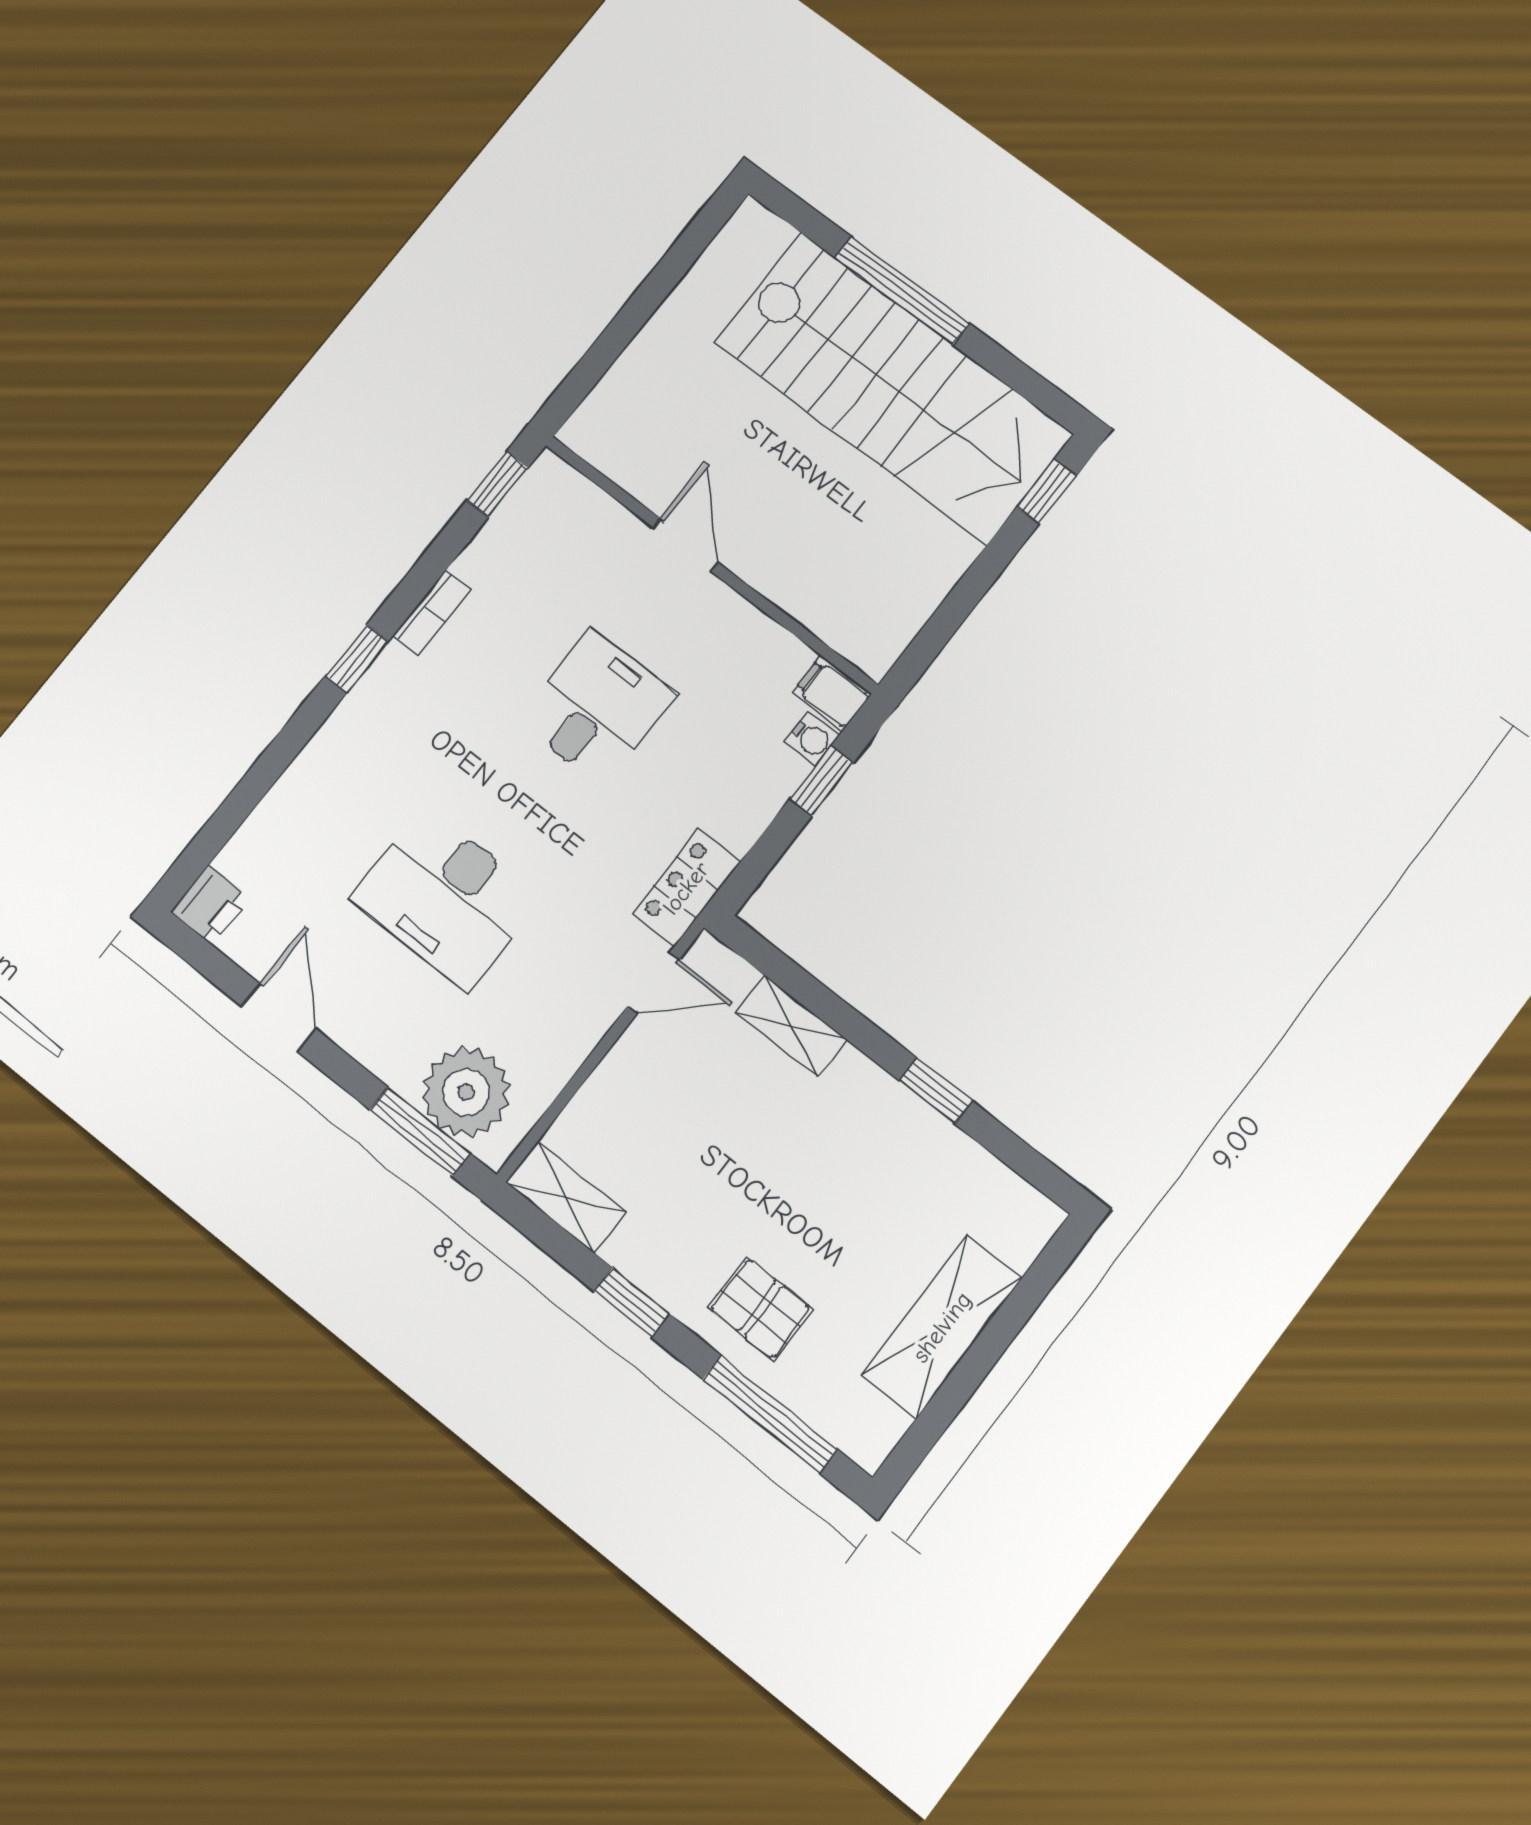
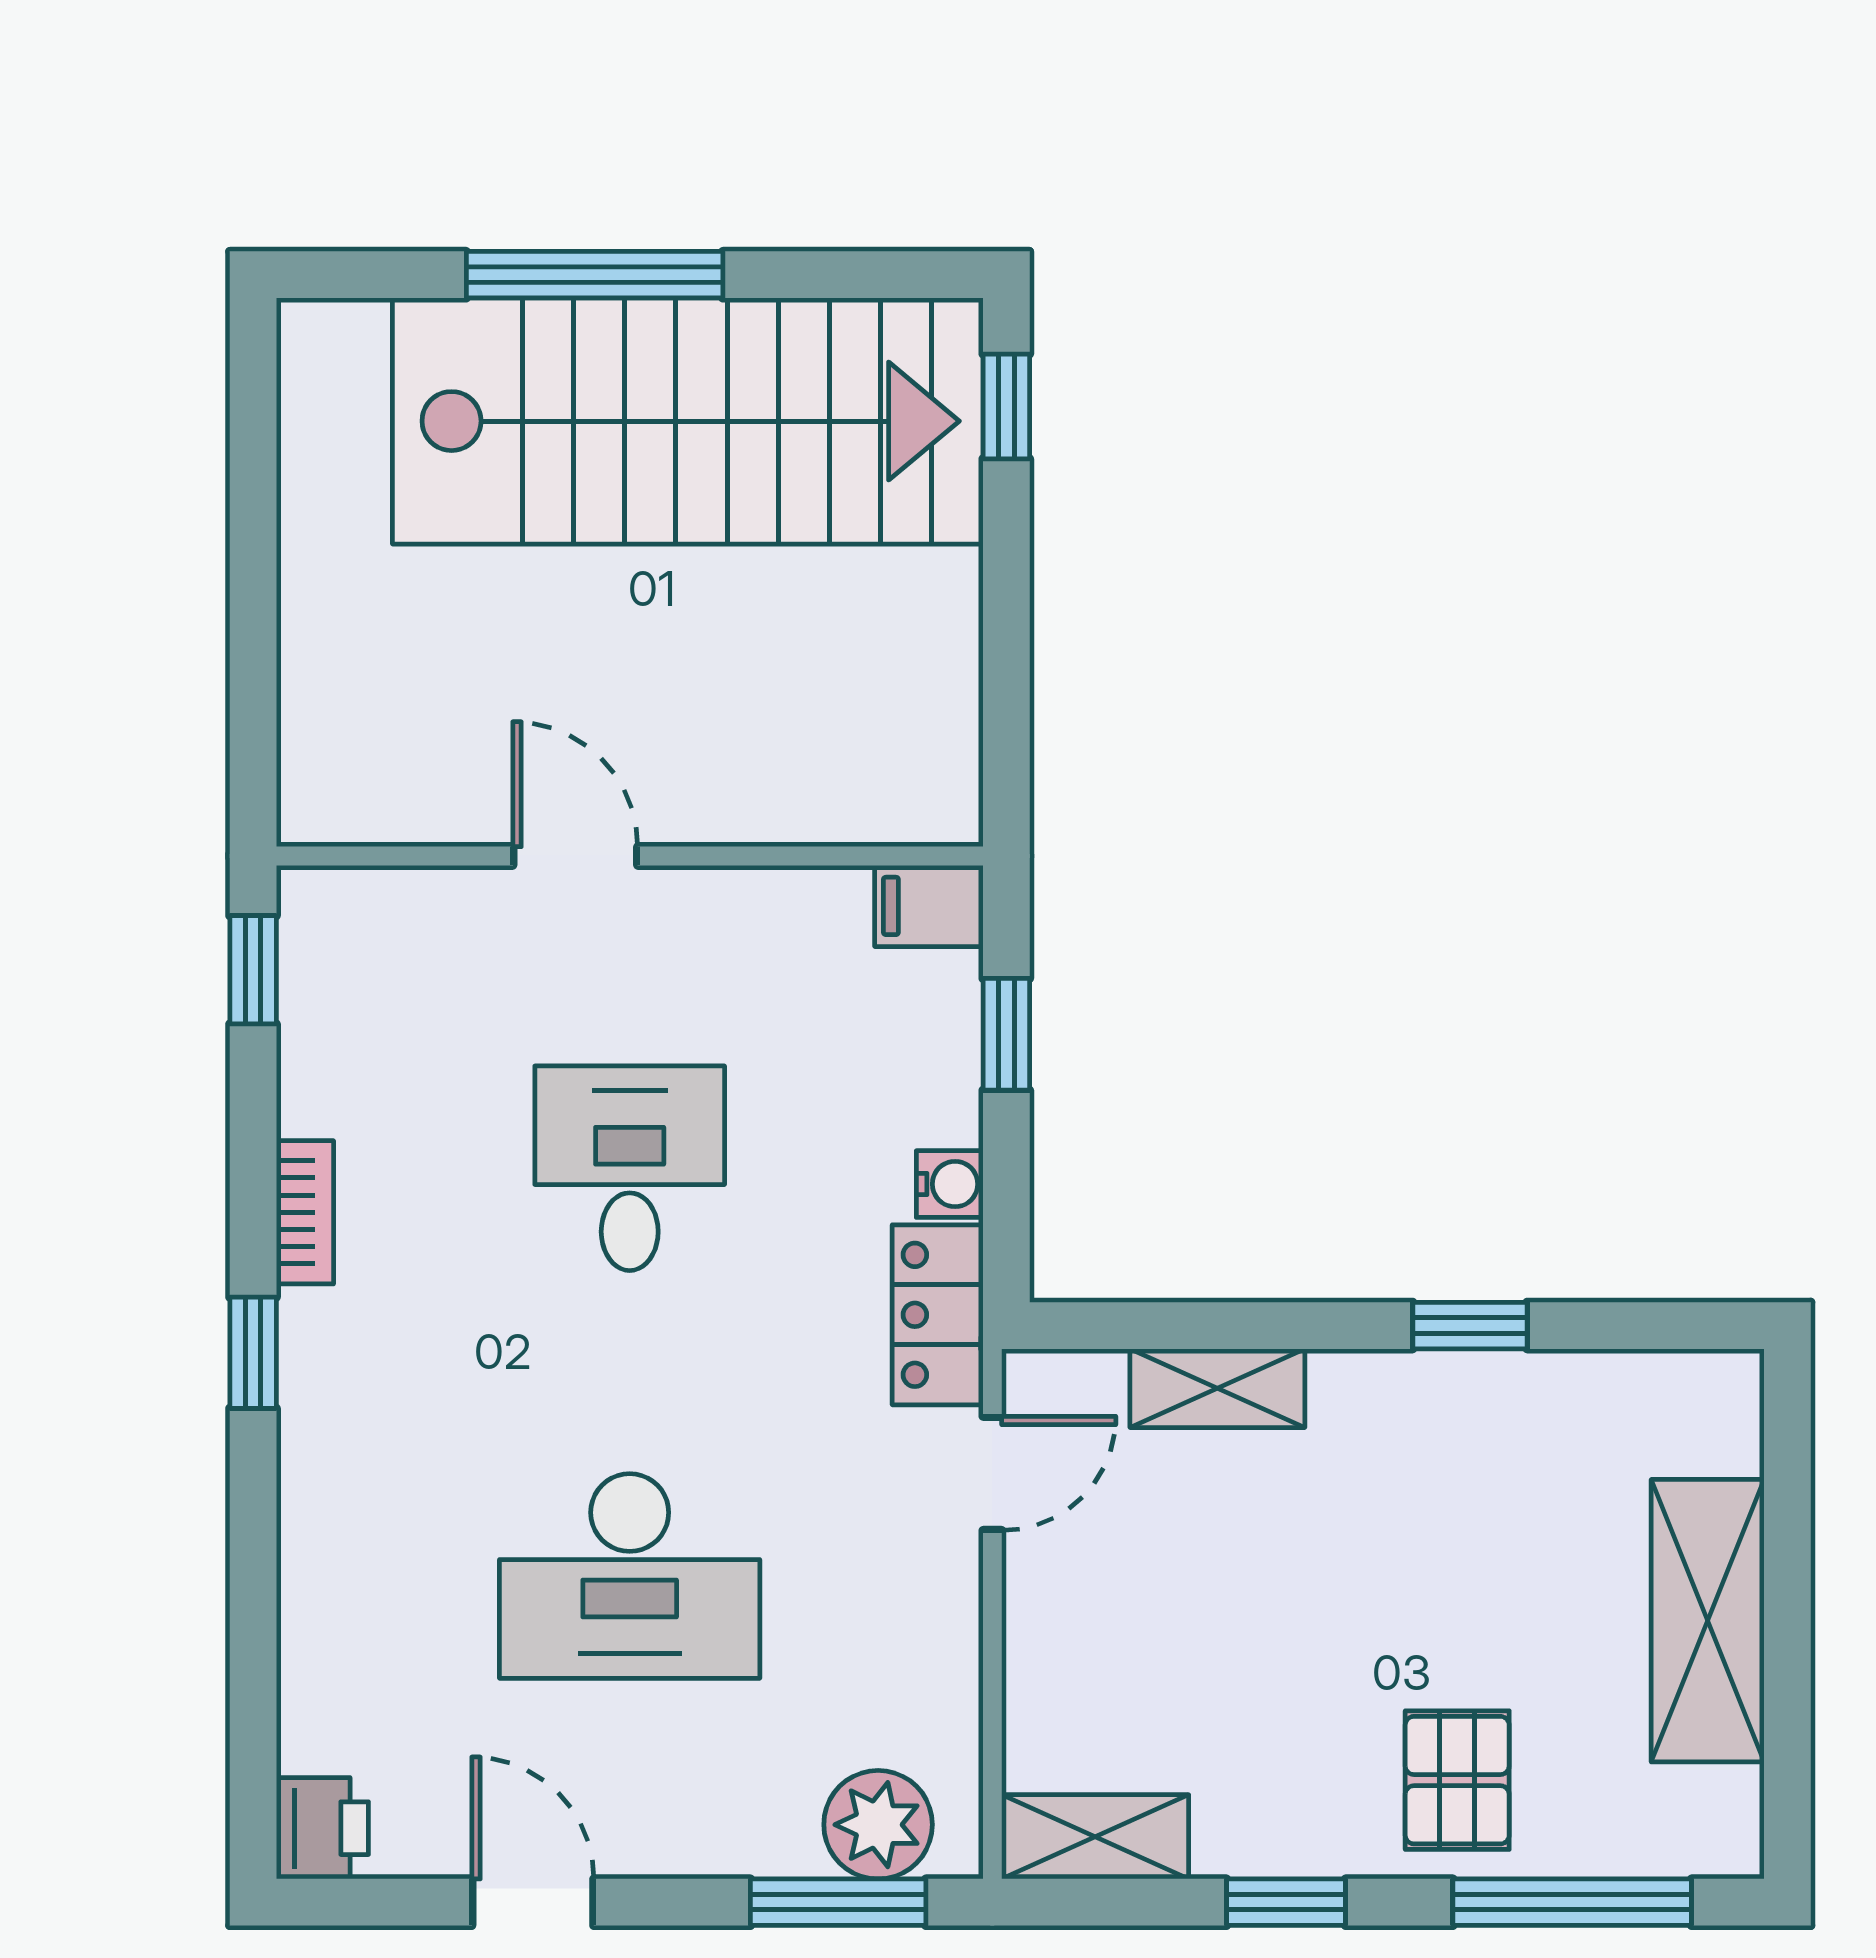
water cooler: (812, 738) -> (950, 1184), moved
plant: (466, 1092) -> (878, 1825), width x0.73, depth x0.73
pallet: (760, 1308) -> (1457, 1780), turned 90

